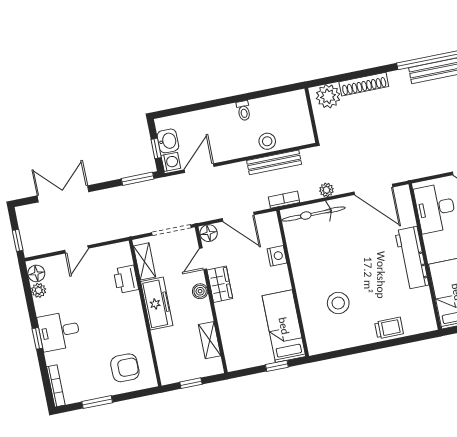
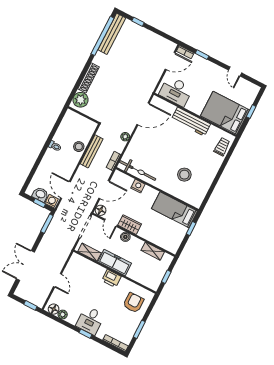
bicycle: (313, 214) -> (138, 170), moved, turned -90
printer: (126, 279) -> (111, 279), moved
trolley: (389, 328) -> (222, 147), moved

